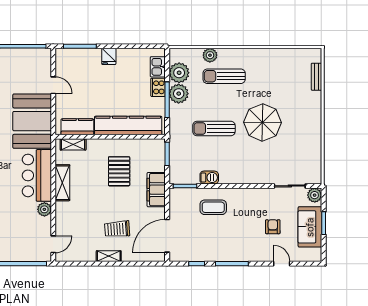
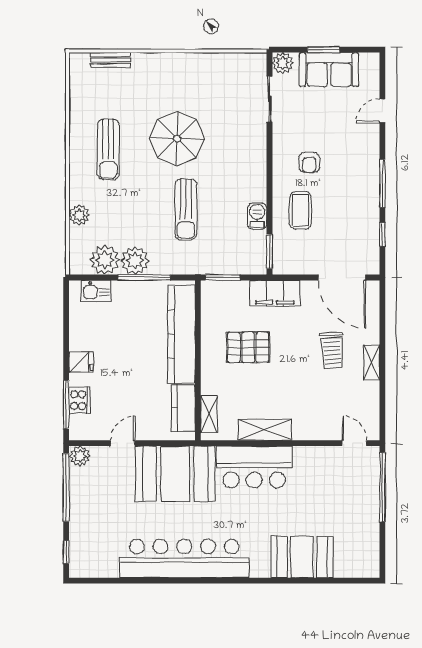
sun lounger: (224, 76) -> (108, 150), moved
cooker: (158, 87) -> (79, 400), moved, turned -90
plant: (44, 209) -> (80, 456), moved
armchair: (273, 227) -> (309, 162), moved, turned -90

